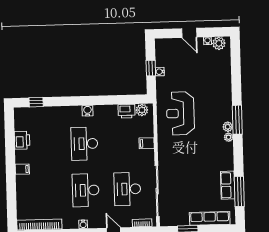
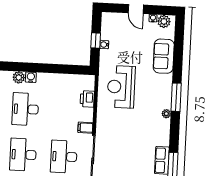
sofa: (221, 79) -> (164, 56), added
plant: (142, 110) -> (19, 77), moved
printer: (127, 111) -> (87, 99), moved, turned 90
plant: (228, 127) -> (166, 103), removed
filing cabinet: (147, 143) -> (85, 128), moved

